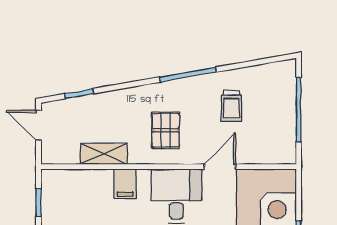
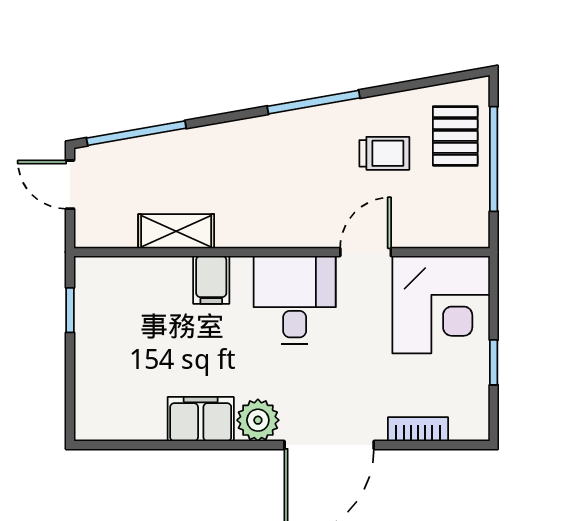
window: (79, 94) -> (136, 133), width x2.17
trolley: (232, 106) -> (384, 153), turned -90
pallet: (166, 130) -> (455, 136), moved

